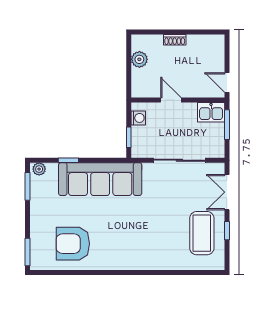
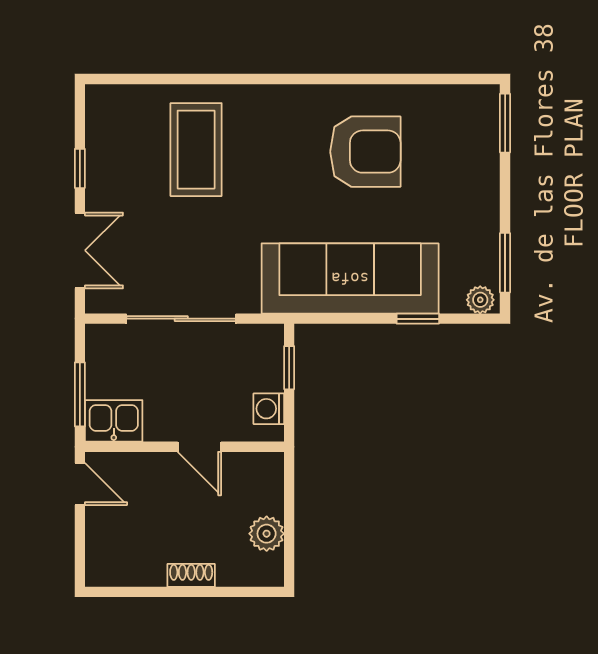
coffee table: (202, 233) -> (196, 150), moved
armchair: (73, 244) -> (365, 152), moved

